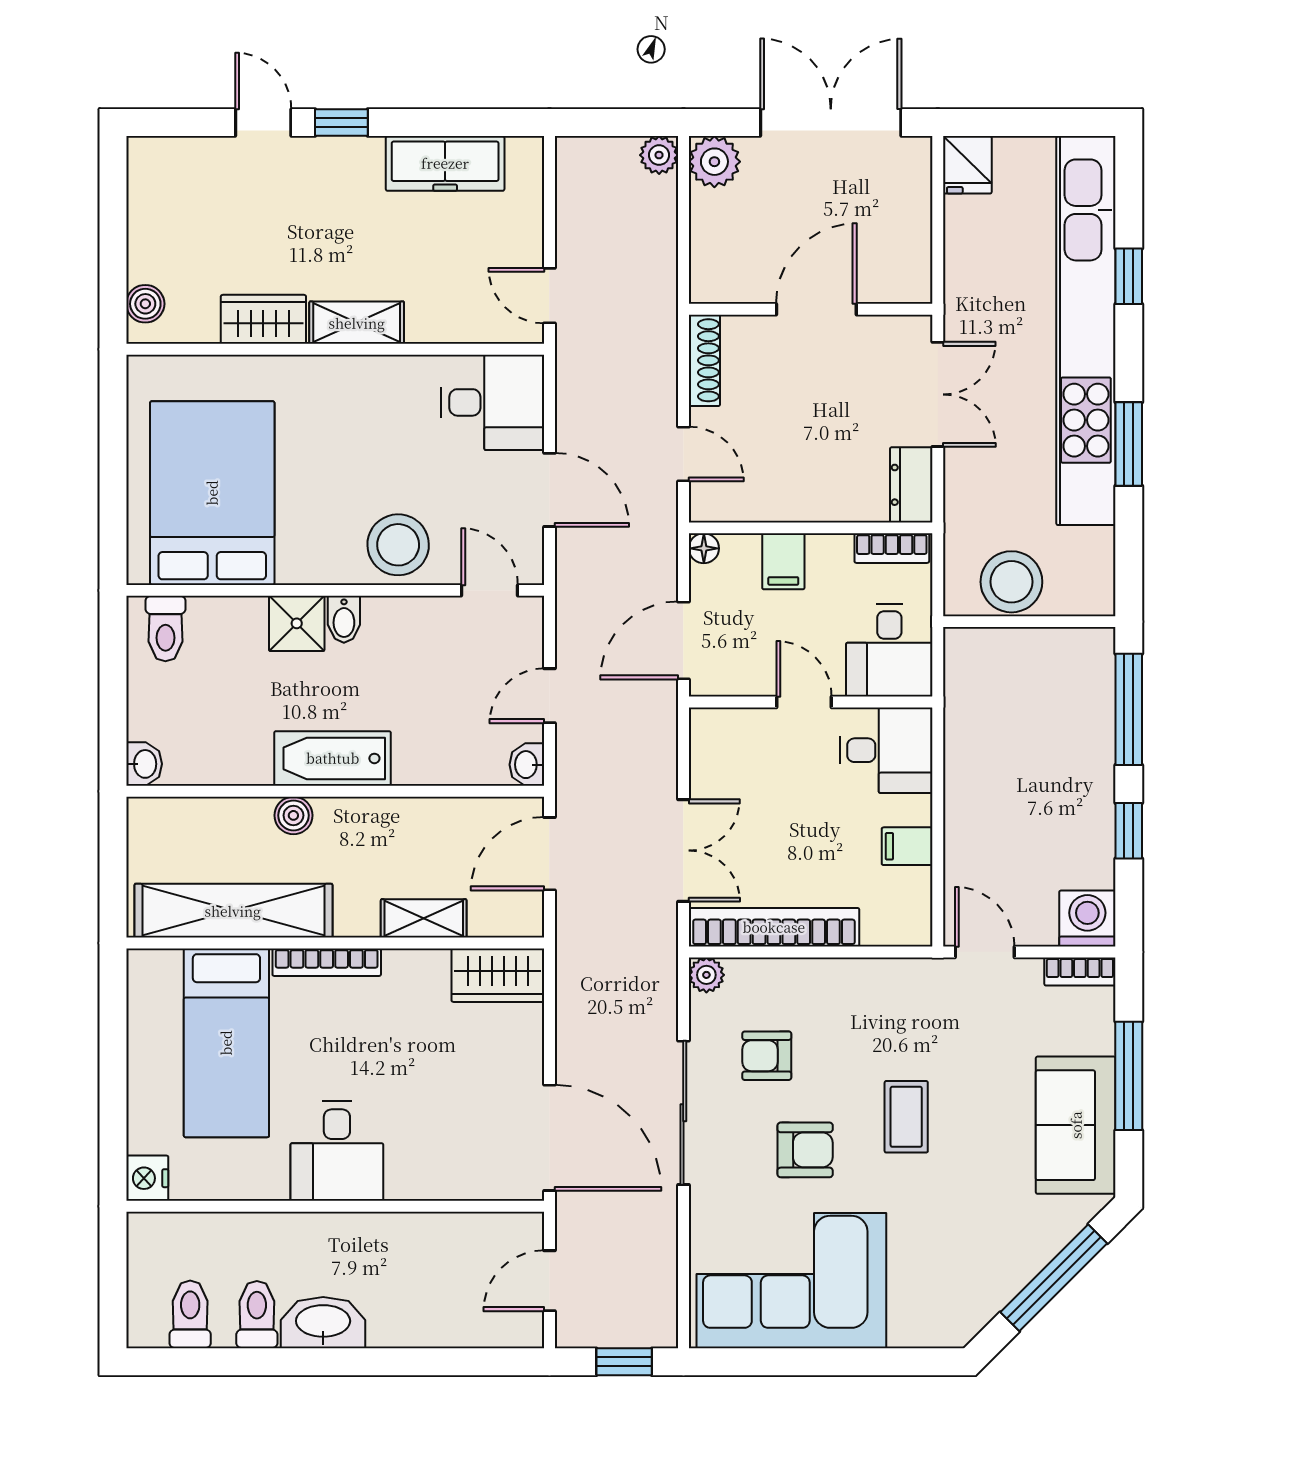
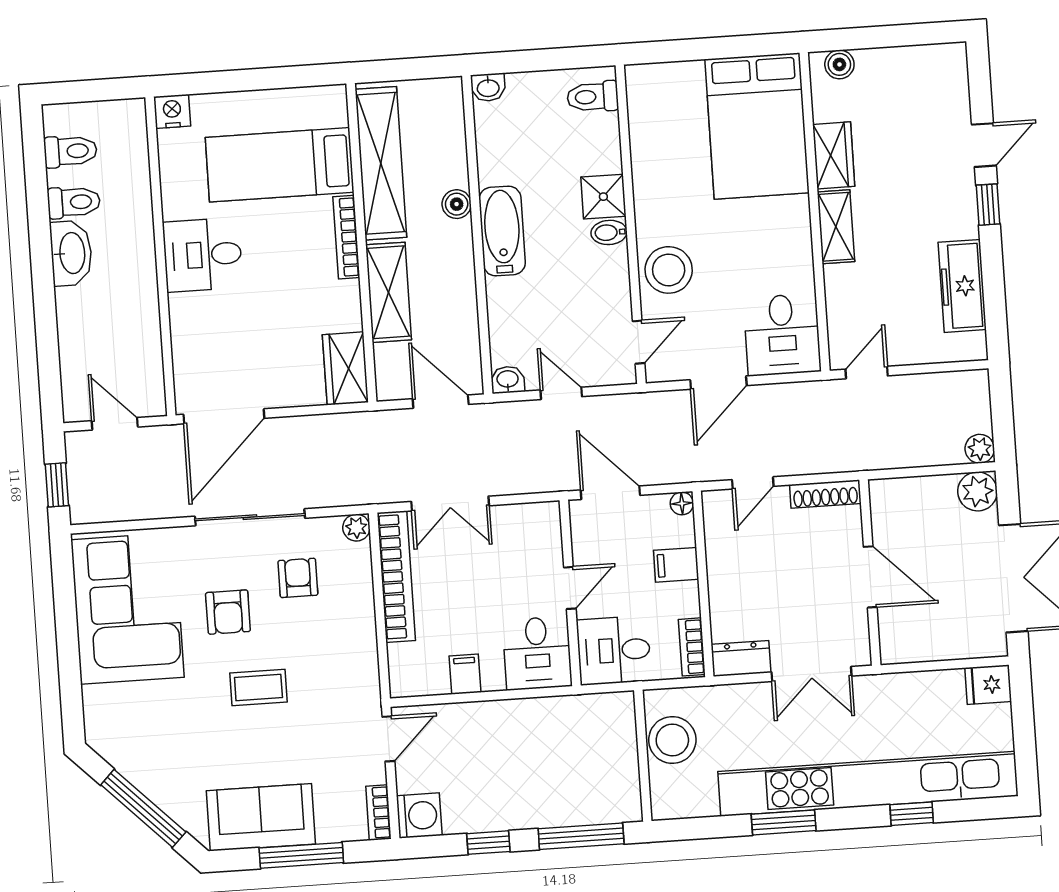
bed: (212, 493) -> (757, 126), moved, turned 90
shelving: (424, 918) -> (389, 292), width x1.50, depth x1.33

